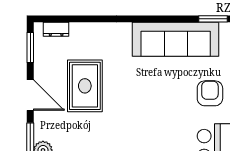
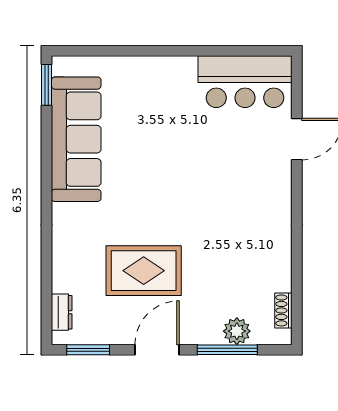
armchair: (210, 93) -> (154, 89), removed

